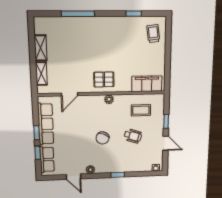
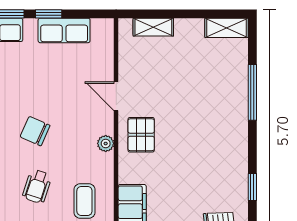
shelving: (41, 48) -> (226, 28), moved
door: (70, 94) -> (116, 96), moved
row of seats: (46, 124) -> (64, 30), width x0.68

